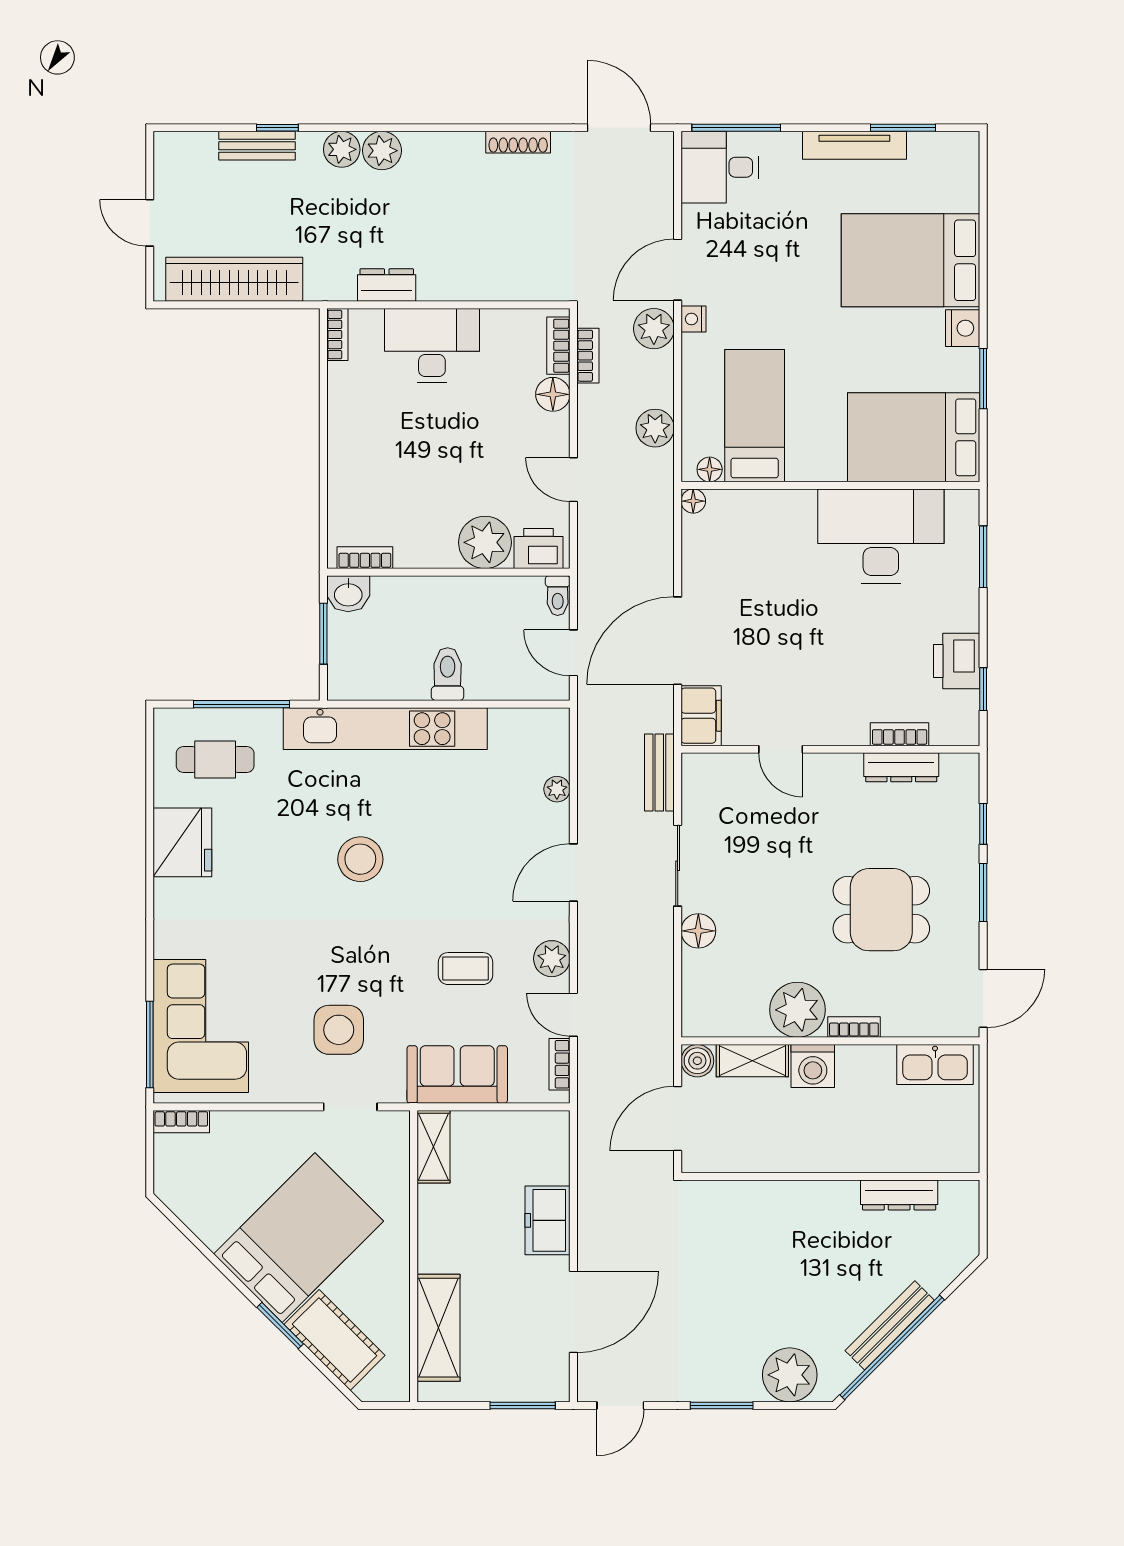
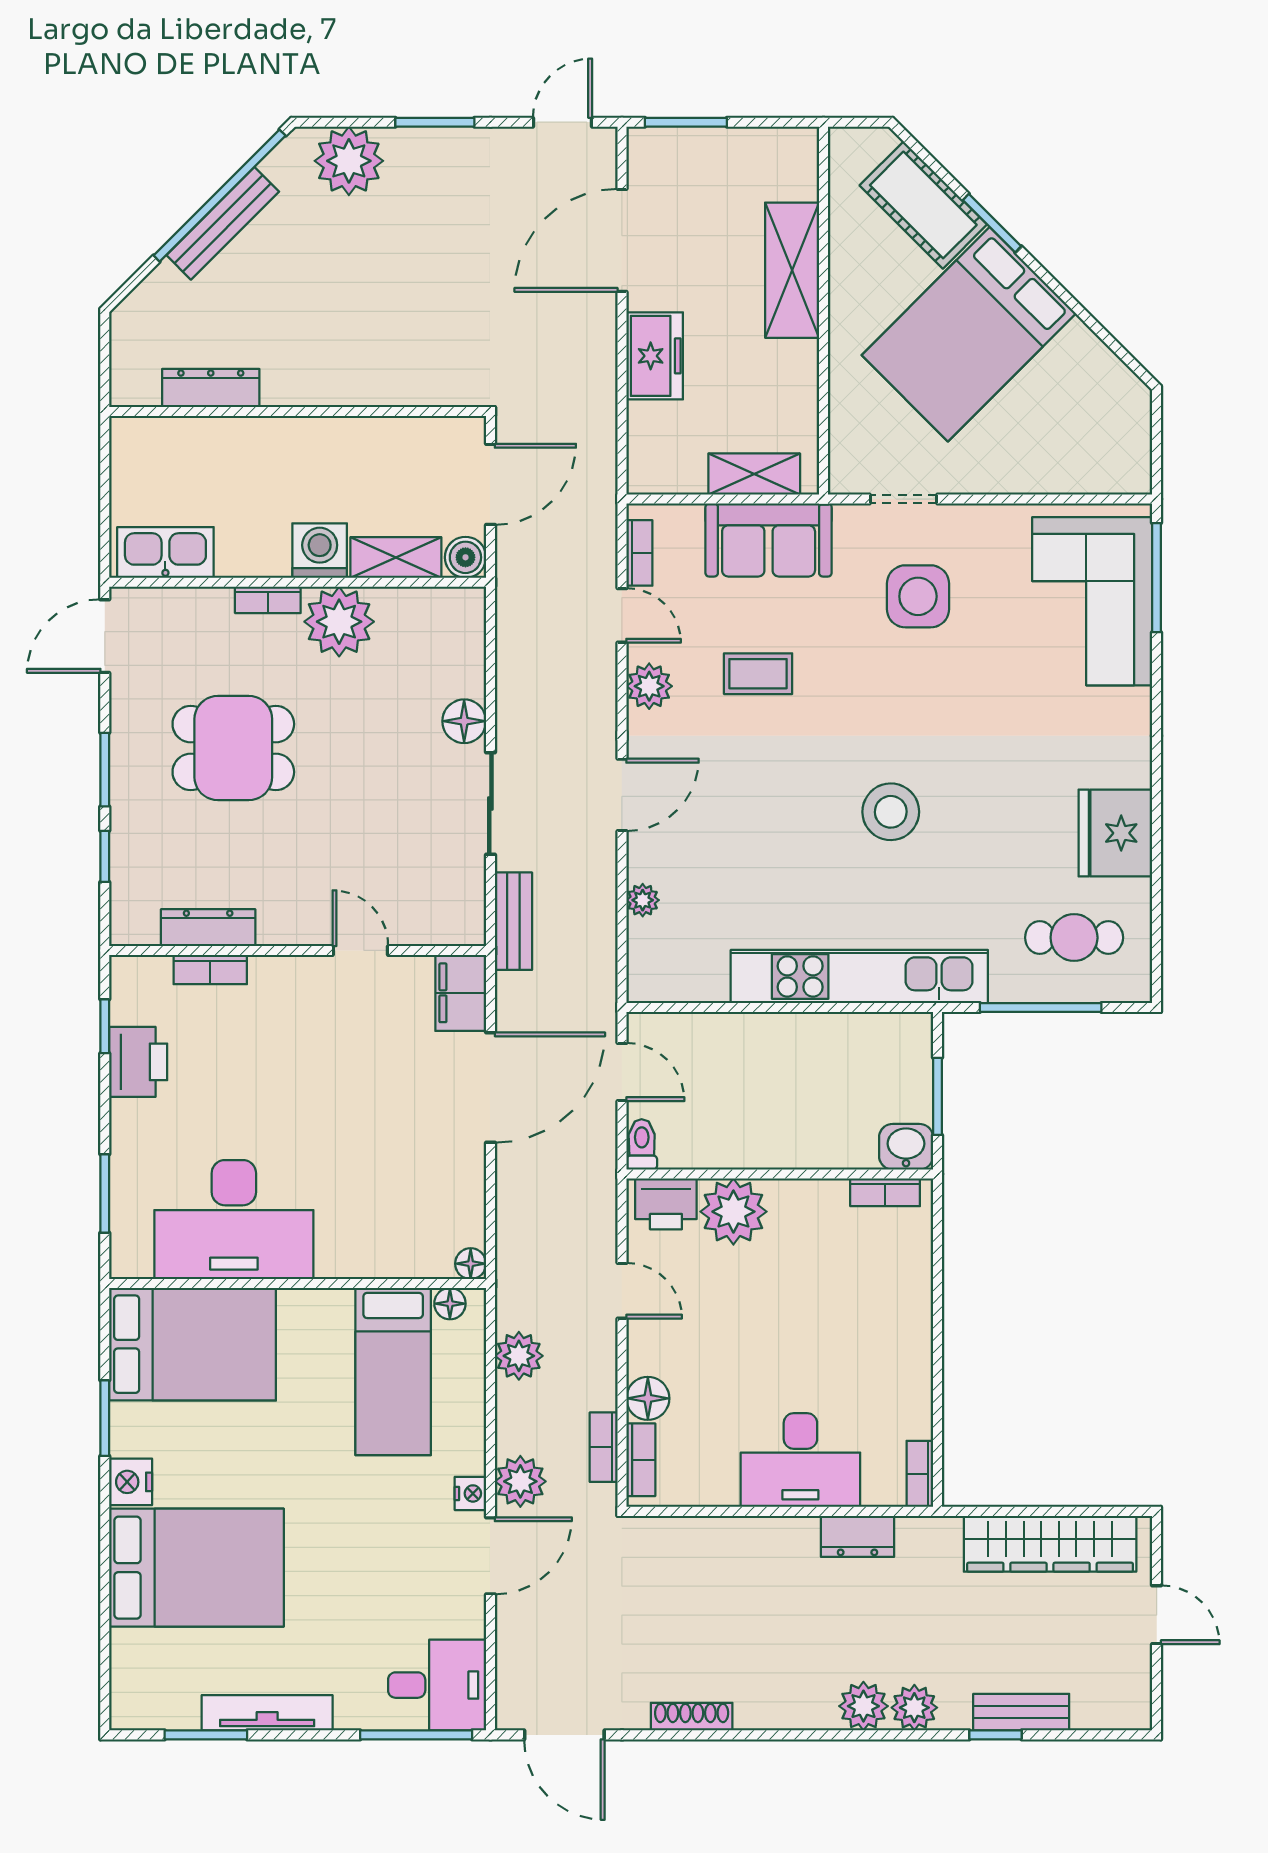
toilet: (448, 674) -> (781, 1045), removed
bookcase: (181, 1122) -> (1117, 481), removed
shelving: (433, 1147) -> (754, 474), moved, turned 90
shelving: (439, 1328) -> (792, 270), moved

